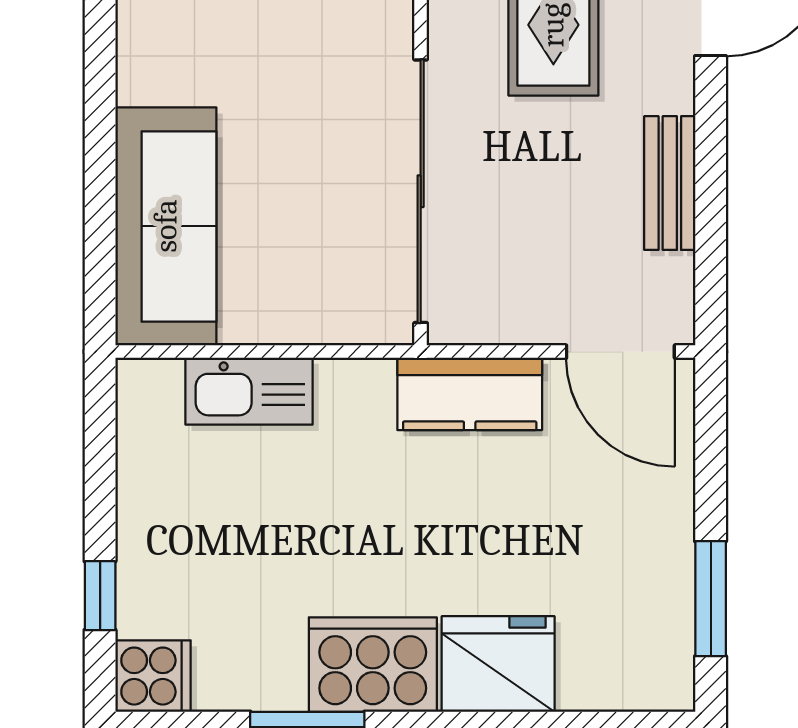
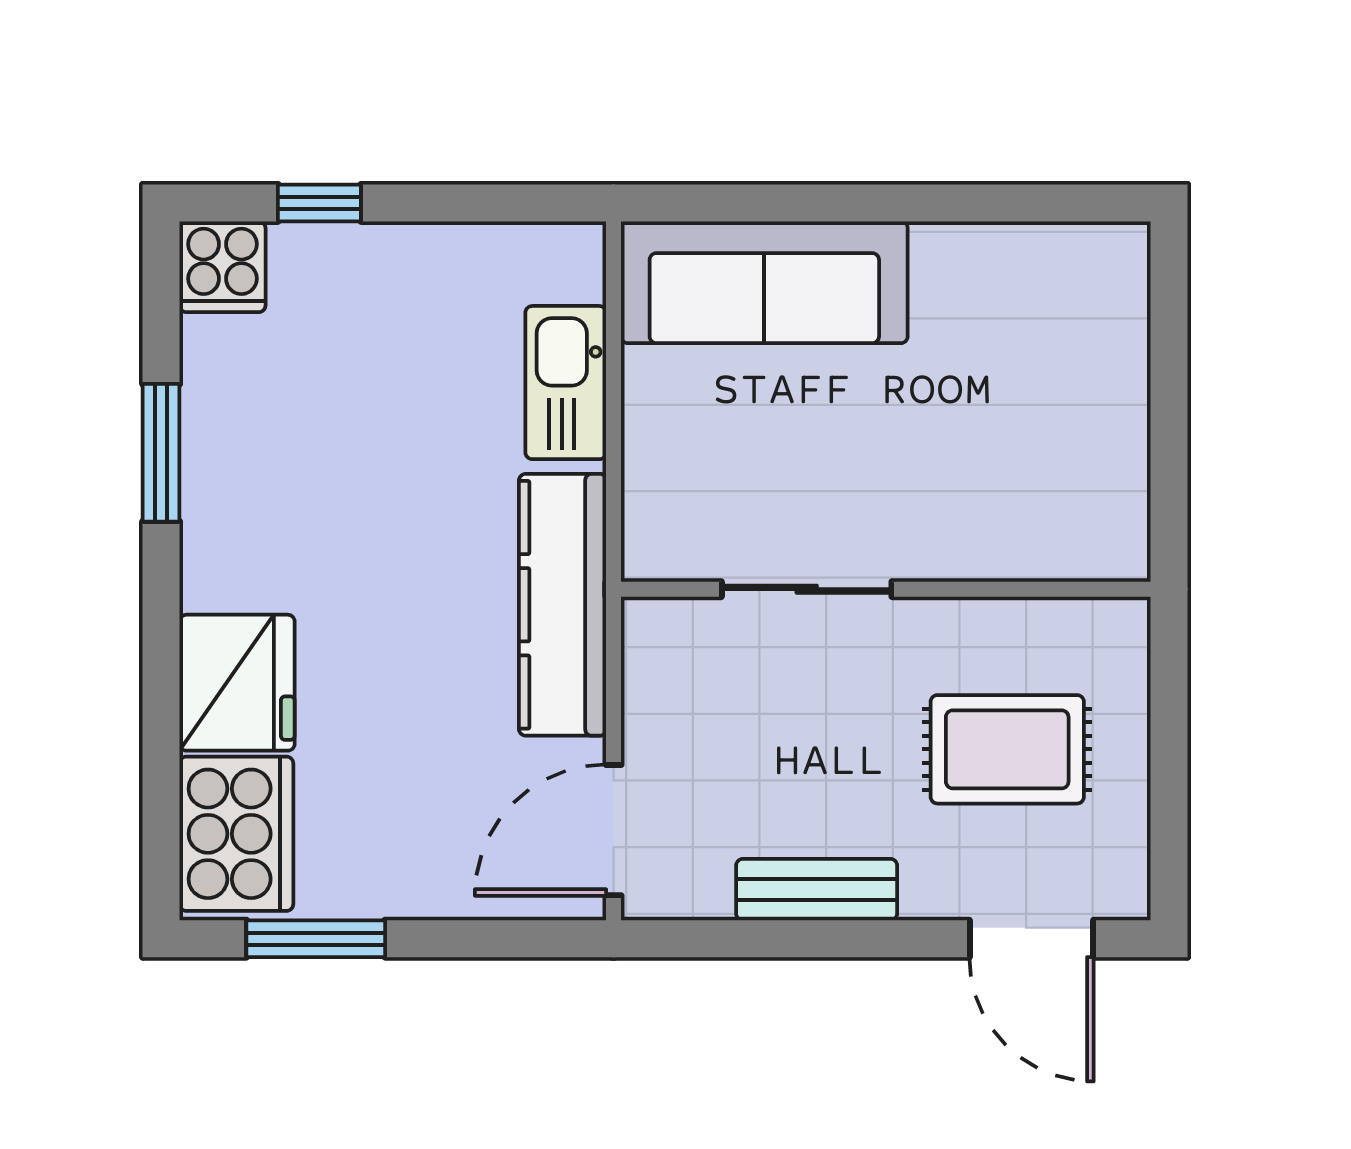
sliding door: (421, 191) -> (807, 589), width x0.54
kitchen counter: (470, 394) -> (563, 605), width x1.50
cooker: (373, 665) -> (236, 834), moved

